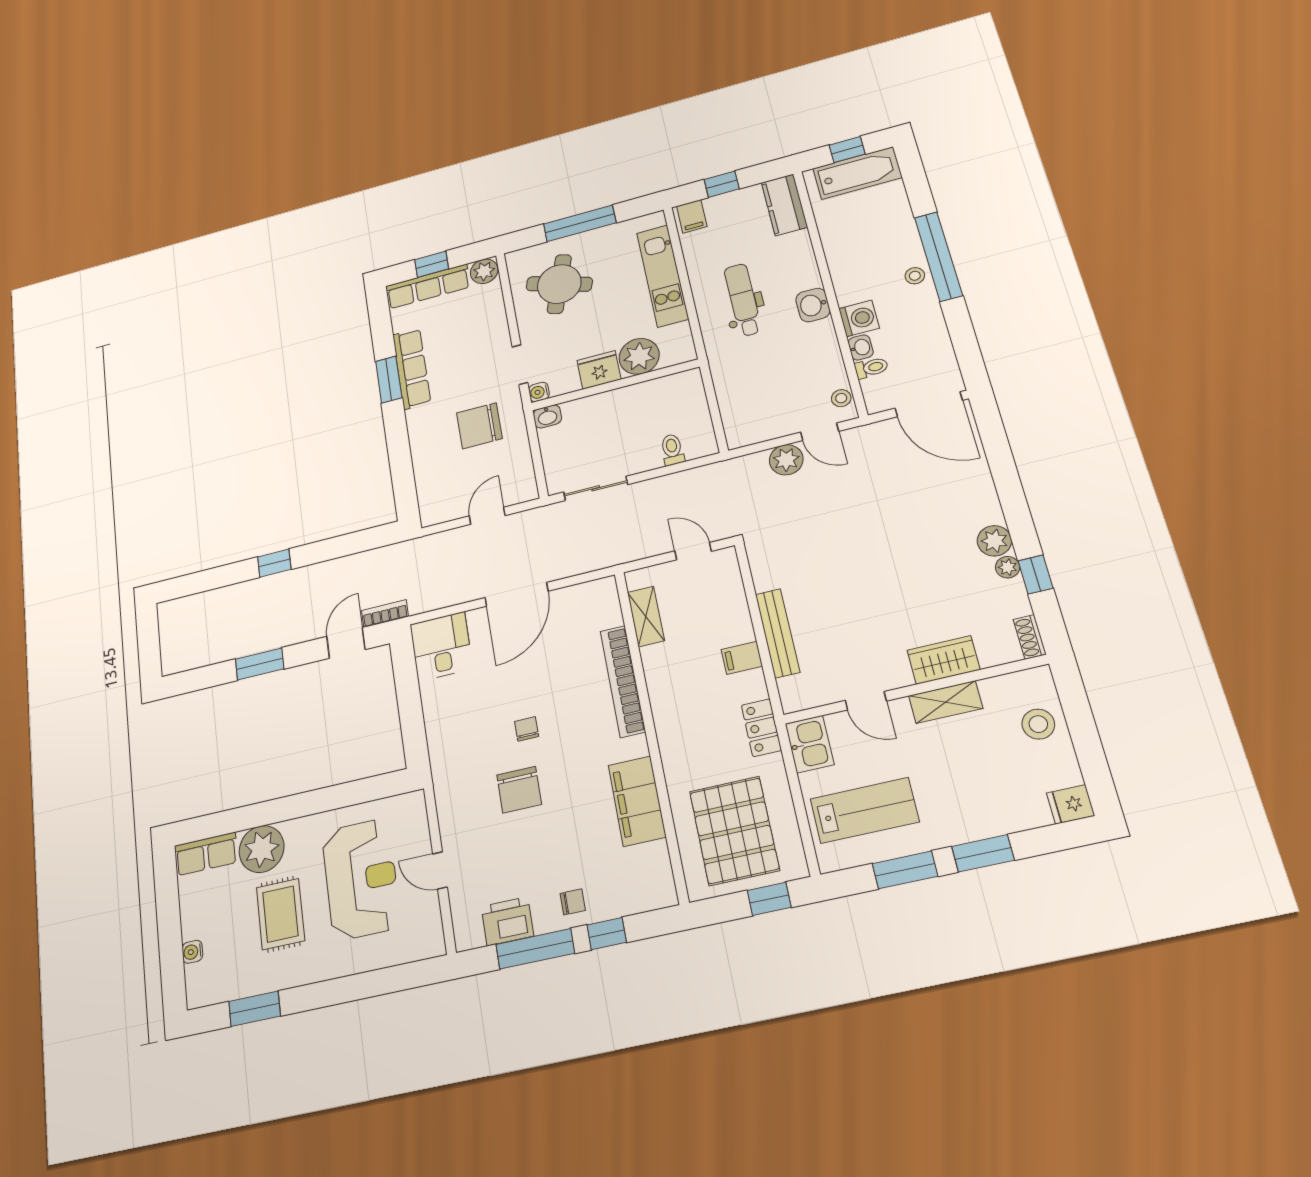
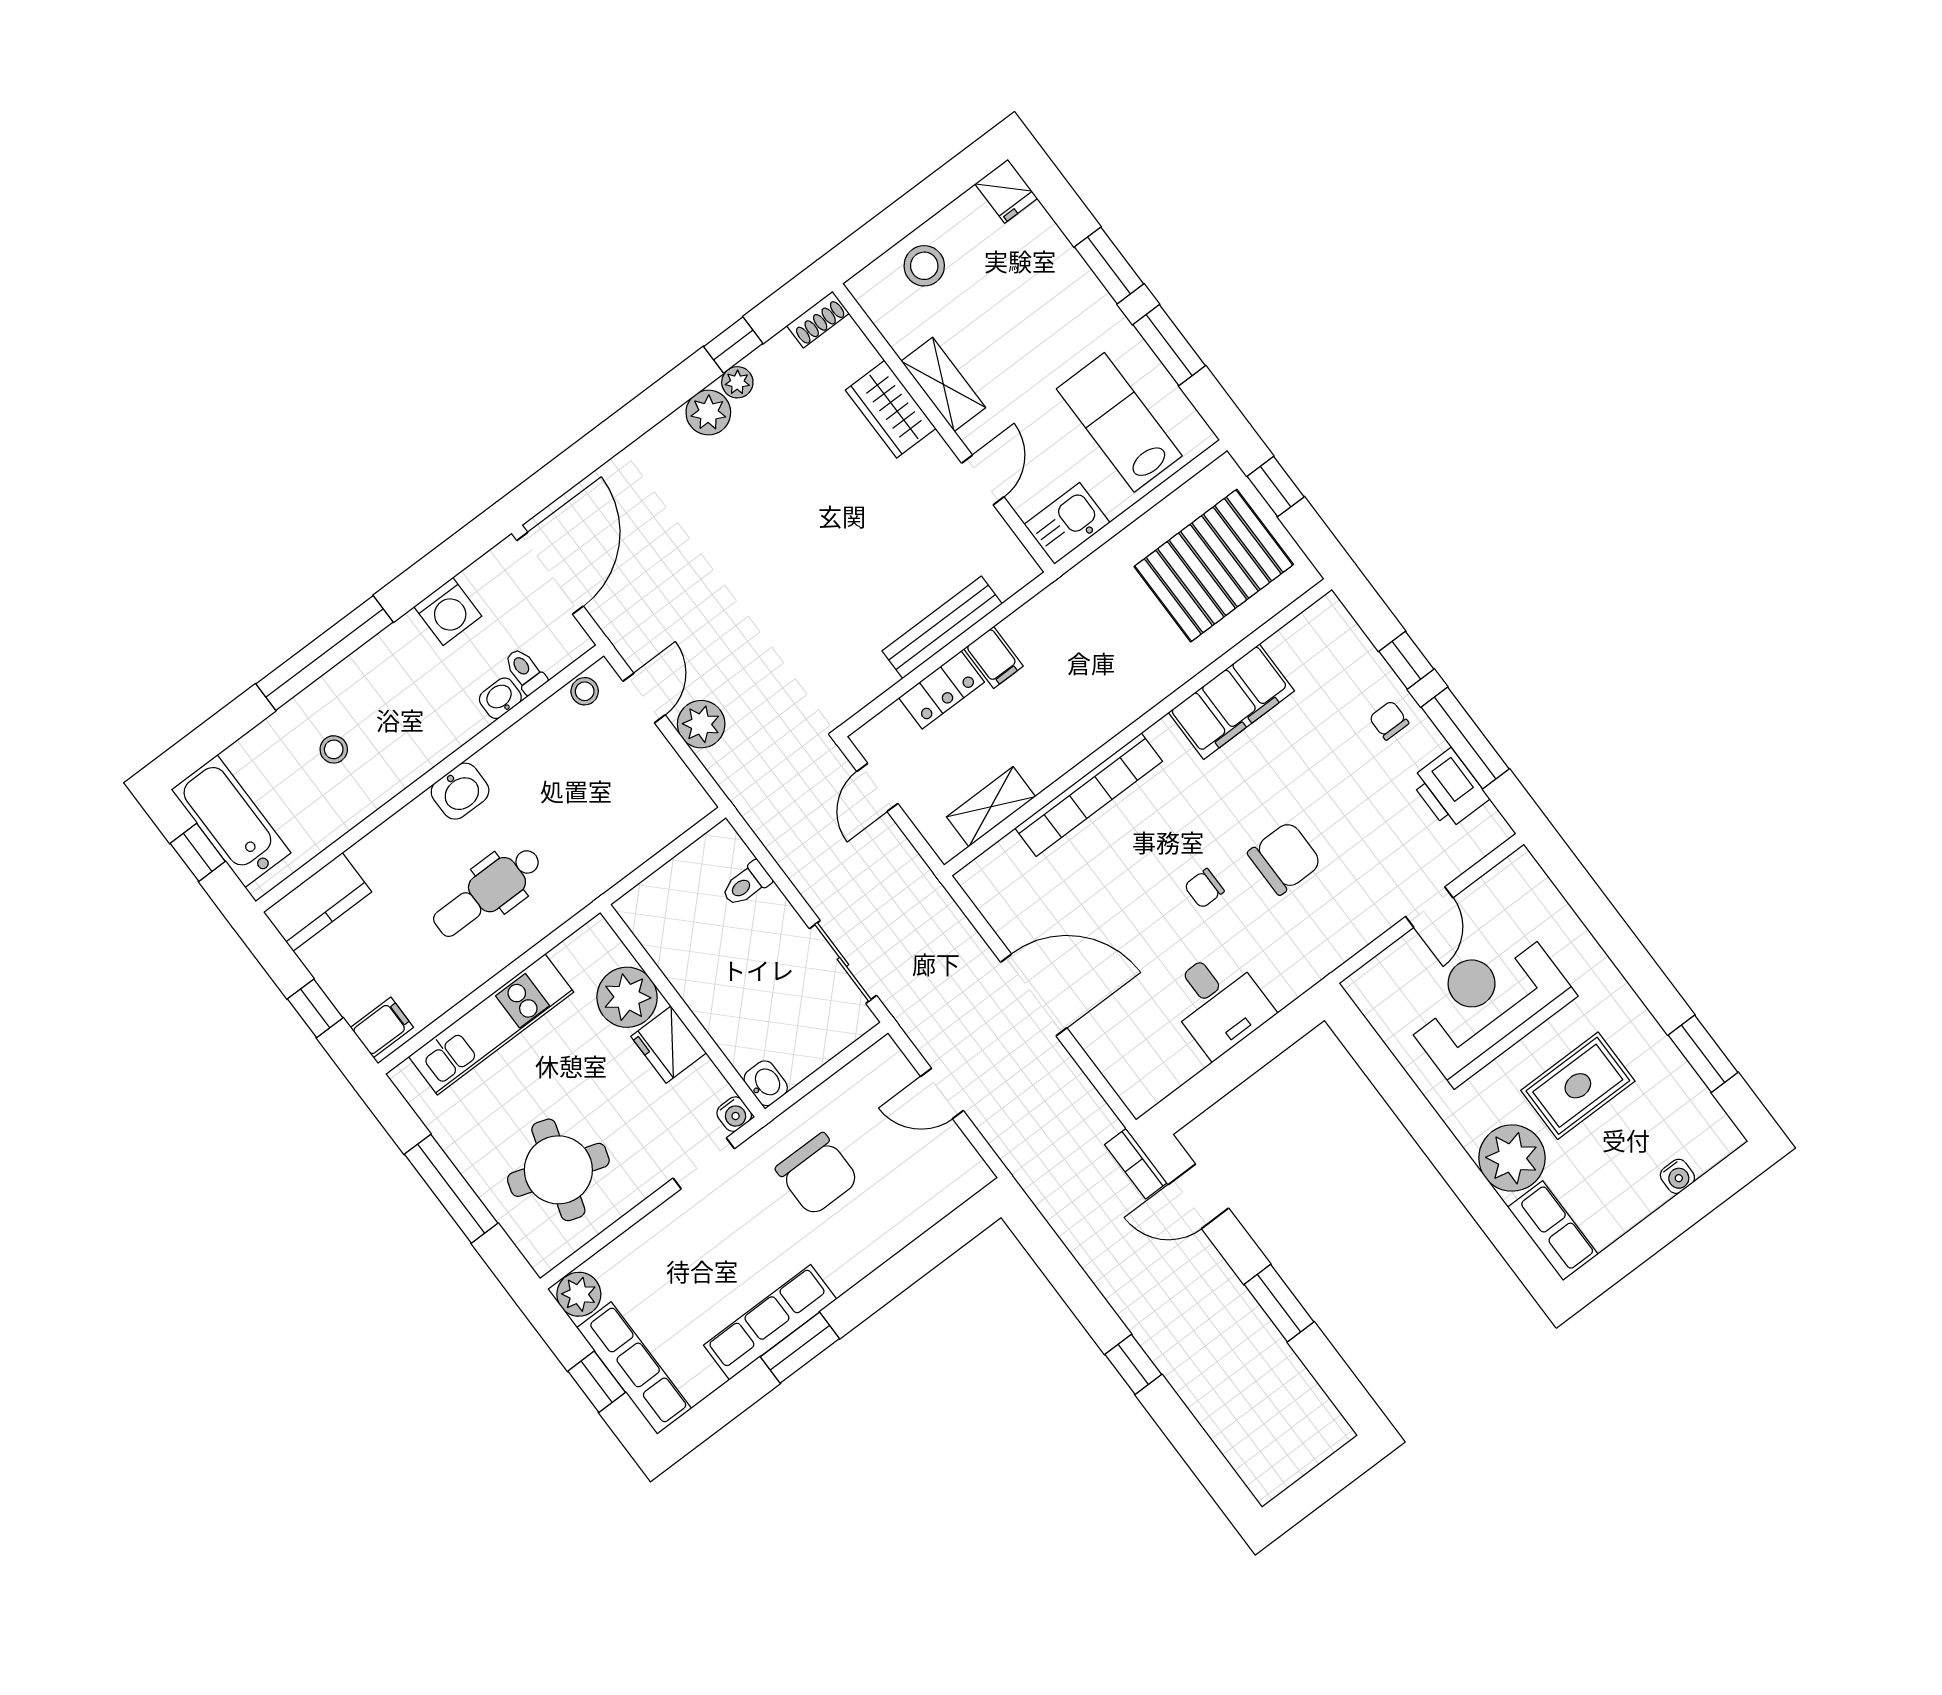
stool: (915, 276) -> (334, 749), moved
washing machine: (859, 318) -> (448, 611), moved, turned 180
desk: (441, 646) -> (1218, 1003), moved, turned -90
locker: (761, 728) -> (942, 690), moved

